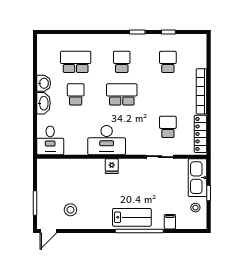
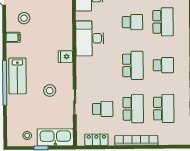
school desk: (168, 62) -> (164, 108), width x1.85
school desk: (168, 94) -> (133, 109), added
locker: (201, 134) -> (96, 140), width x0.66
desk: (107, 140) -> (90, 38), moved
stool: (148, 183) -> (50, 91), added
filing cabinet: (170, 222) -> (13, 37), moved

